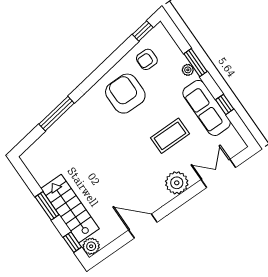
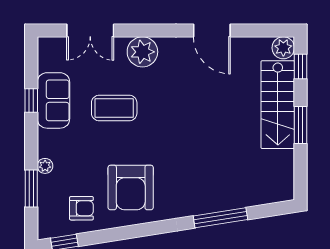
window: (195, 63) -> (31, 188), moved
sofa: (207, 108) -> (53, 100), width x0.73

